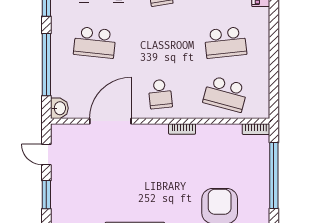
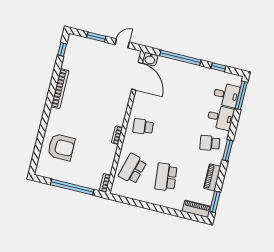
school desk: (95, 42) -> (187, 93), removed
door: (110, 121) -> (137, 76), moved

